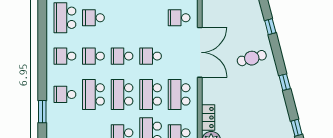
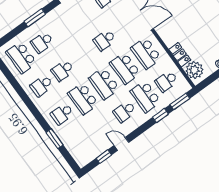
school desk: (122, 56) -> (84, 55), removed

